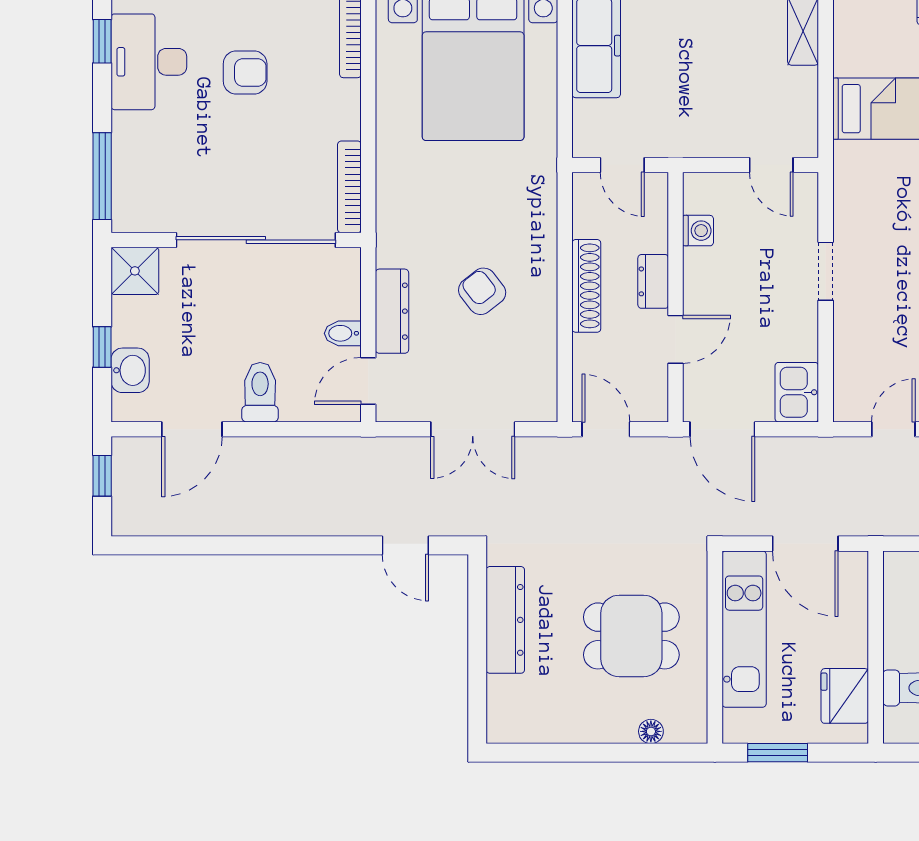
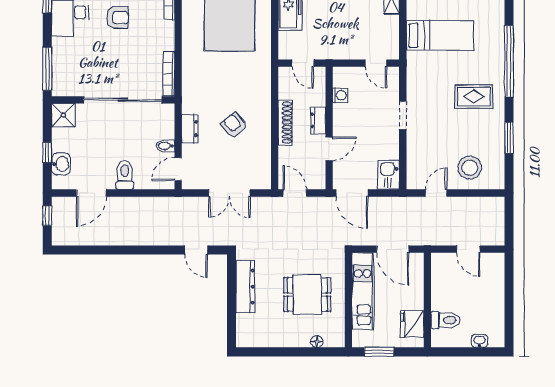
dresser: (392, 311) -> (190, 129), width x0.70

